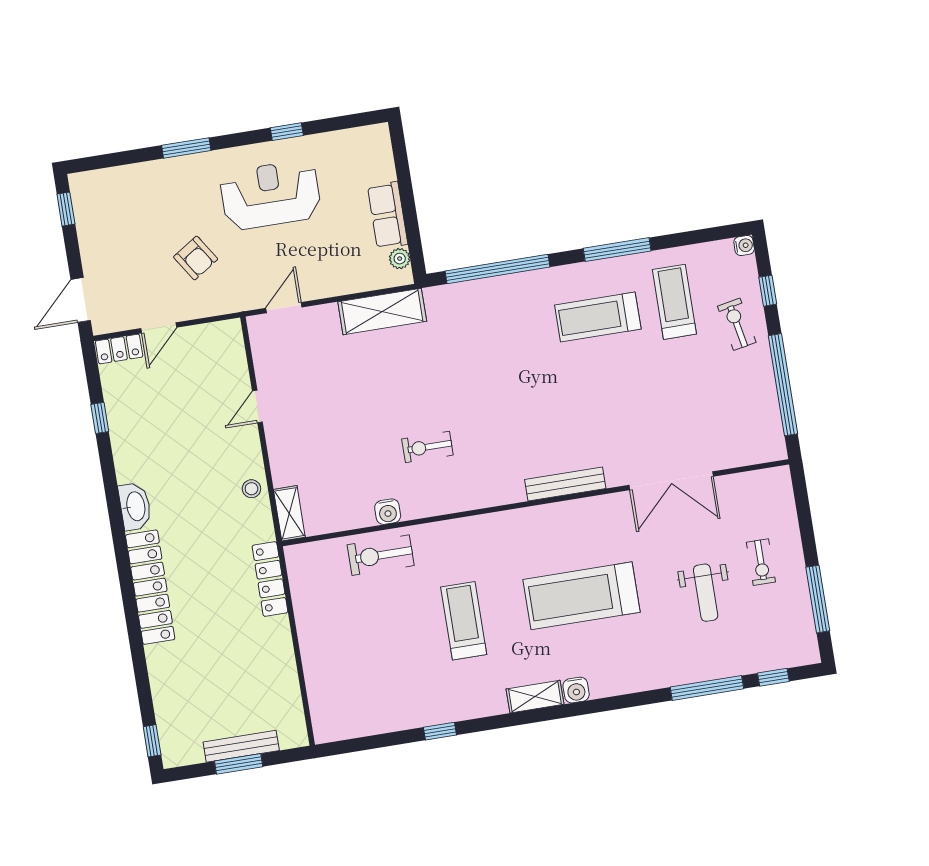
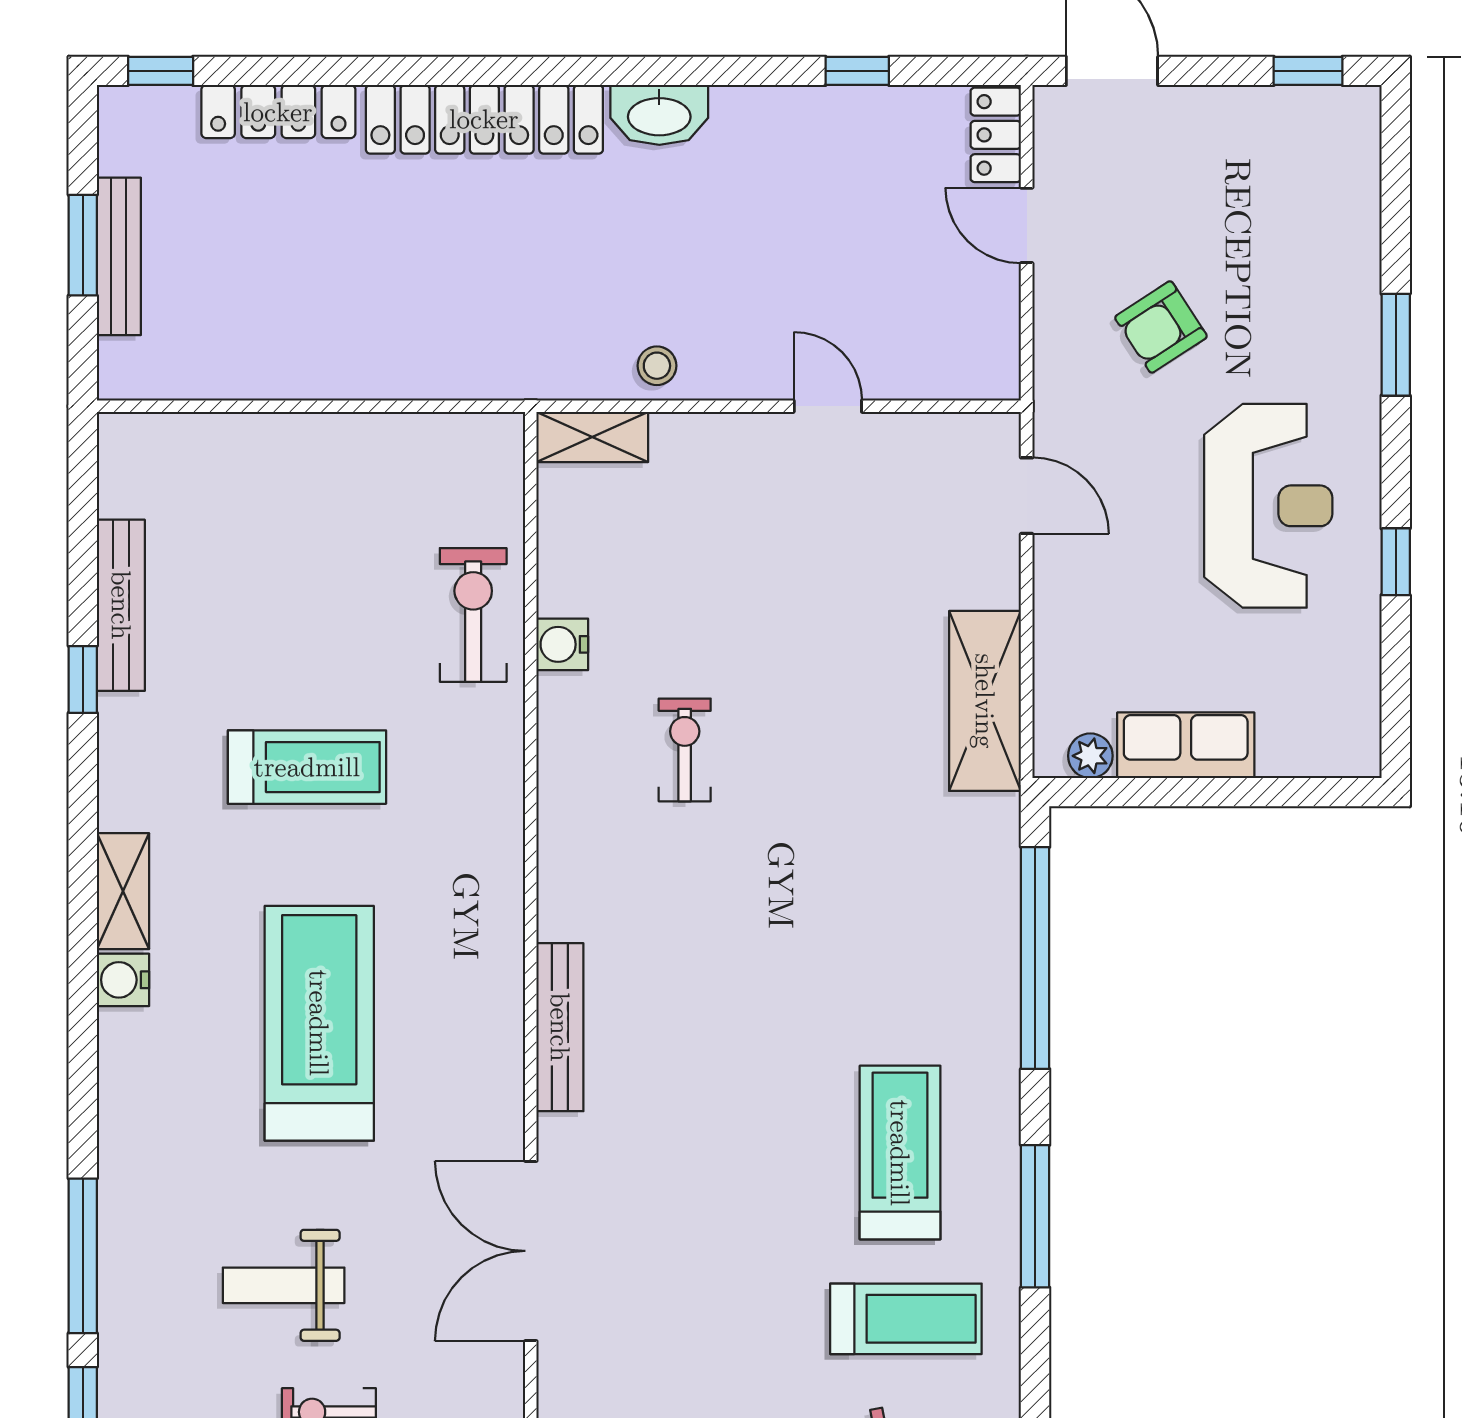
locker: (270, 579) -> (278, 112), moved, turned 180
bench: (403, 719) -> (121, 605), added

